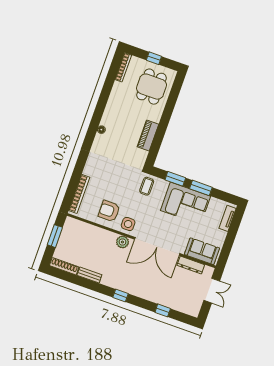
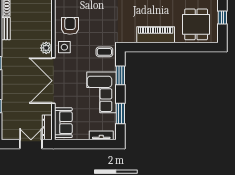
dining table: (152, 87) -> (196, 24), turned 90
piano: (148, 136) -> (156, 35), width x1.37, depth x1.33
window: (201, 188) -> (120, 113), moved
dresser: (191, 265) -> (47, 127), moved
double door: (212, 291) -> (31, 144), swing flipped

